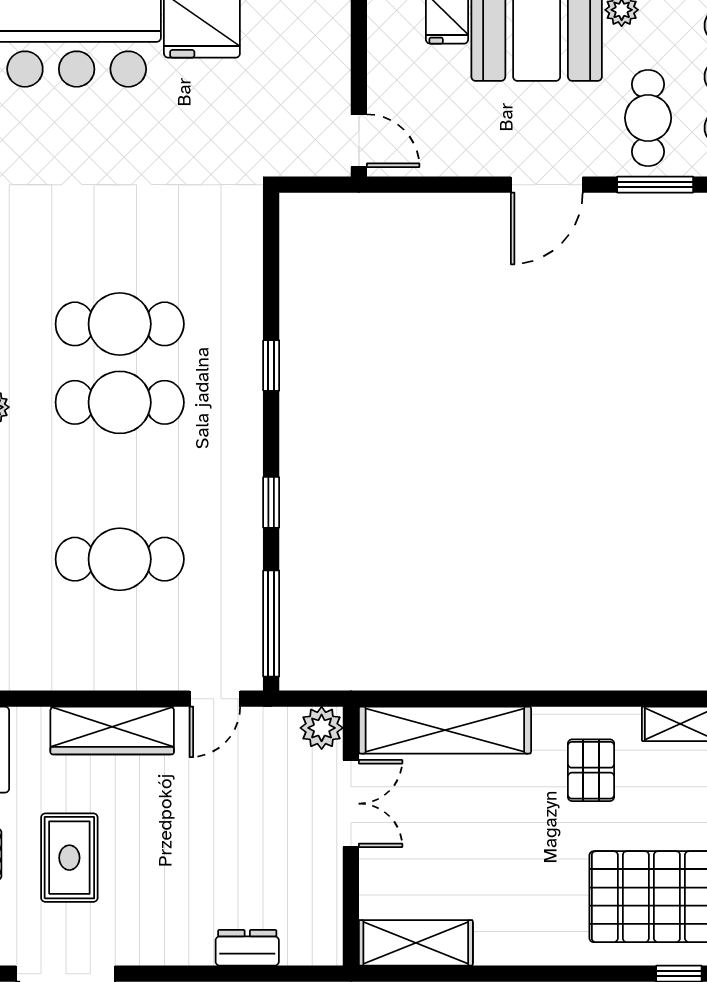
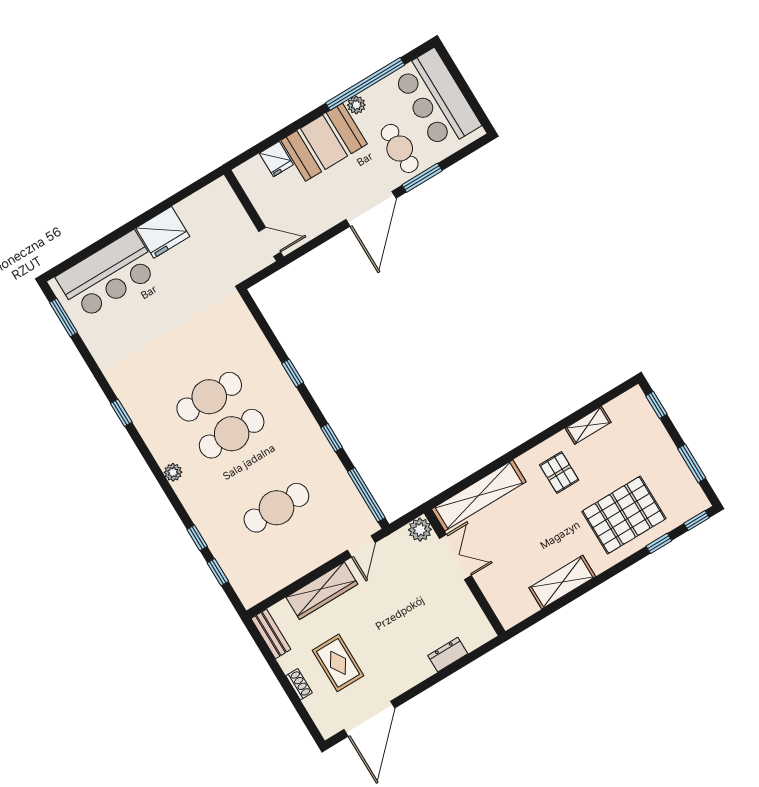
door: (547, 185) -> (371, 209), width x1.36
shelving: (416, 943) -> (562, 582), moved

